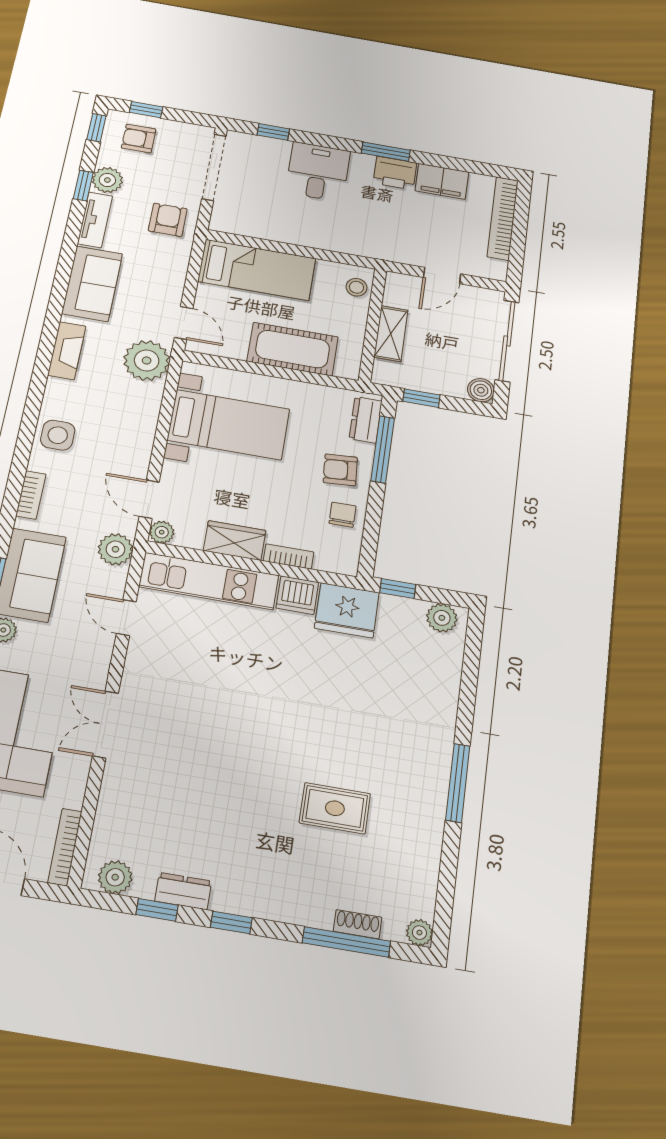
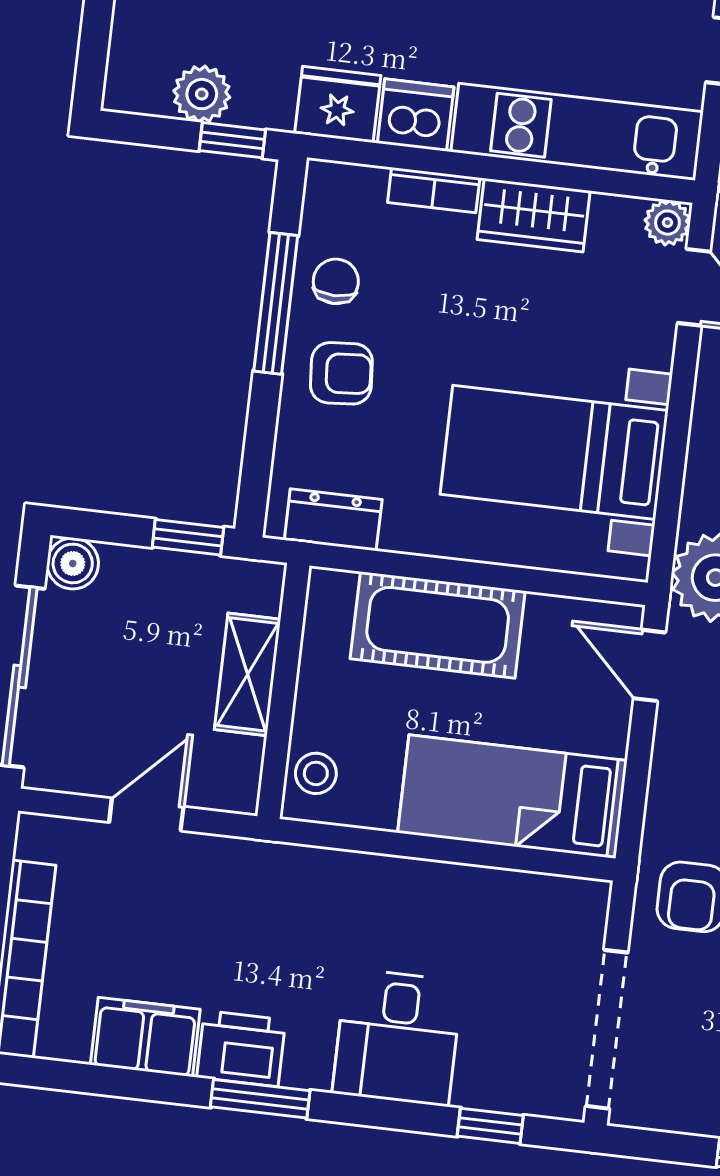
dresser: (366, 420) -> (333, 520), moved, turned -90
window: (383, 449) -> (276, 303), moved
chair: (342, 515) -> (336, 281), turned 180
fridge: (347, 610) -> (338, 104), width x0.73, depth x0.75
plant: (442, 618) -> (202, 94), moved

